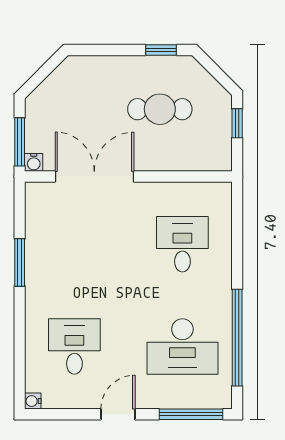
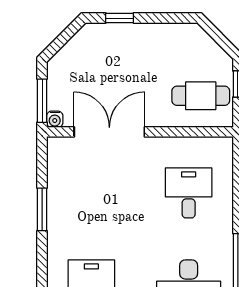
window: (161, 50) -> (120, 18), moved
cafe table: (160, 109) -> (201, 96), moved

